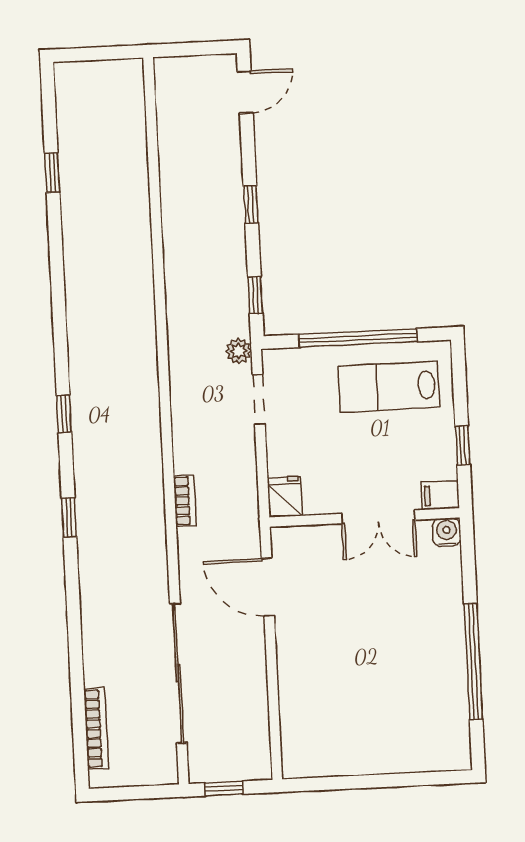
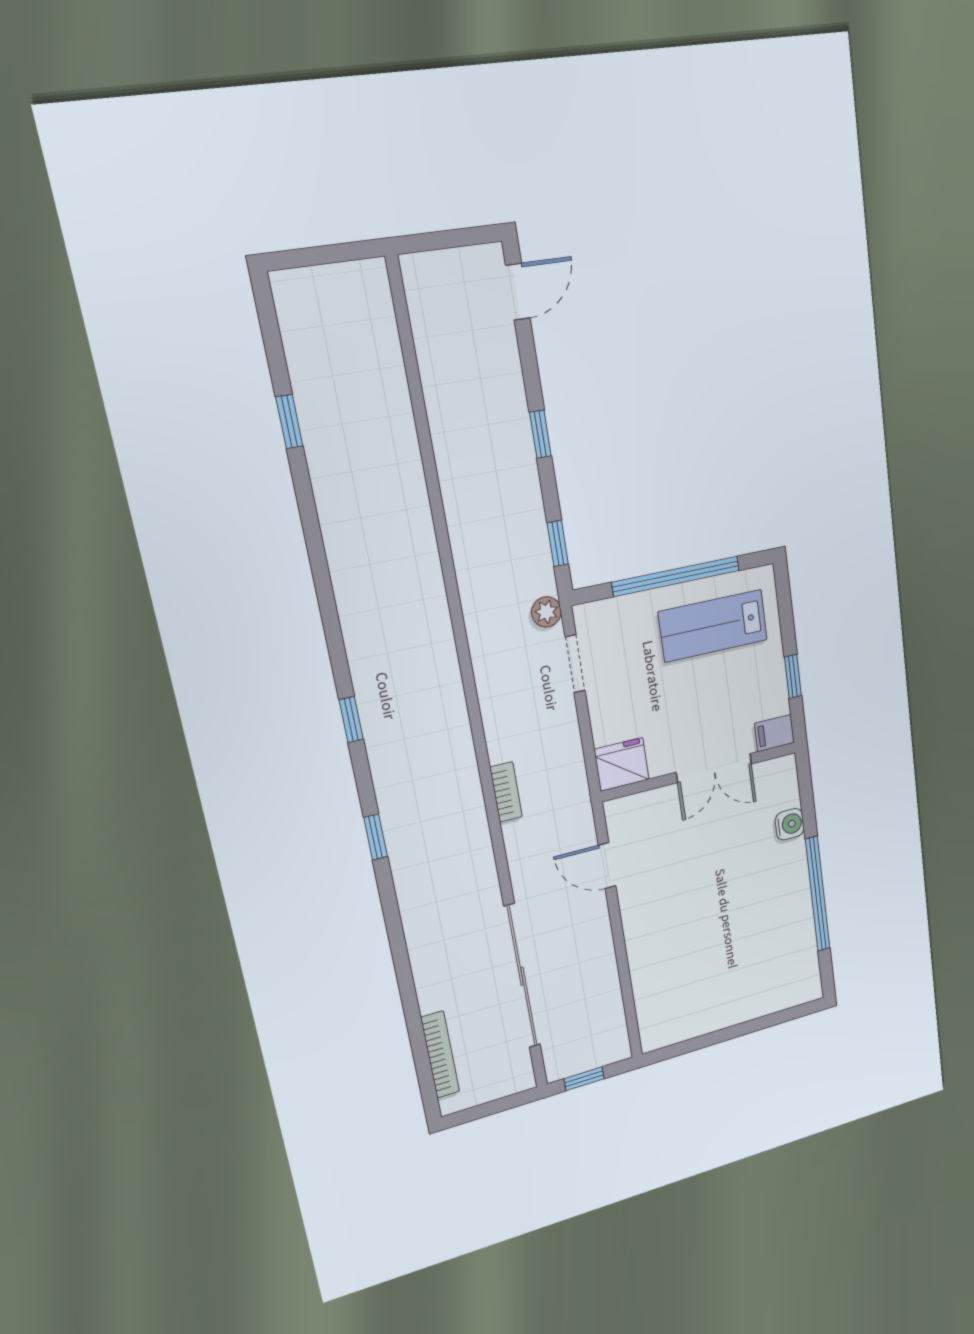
fridge: (285, 497) -> (622, 764), width x1.38
water cooler: (447, 532) -> (790, 824), moved, turned 90
door: (268, 587) -> (607, 866), width x0.73

